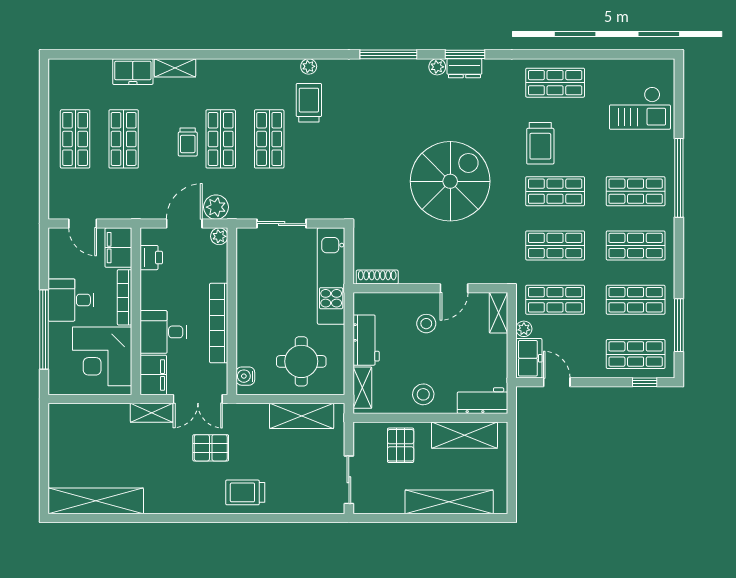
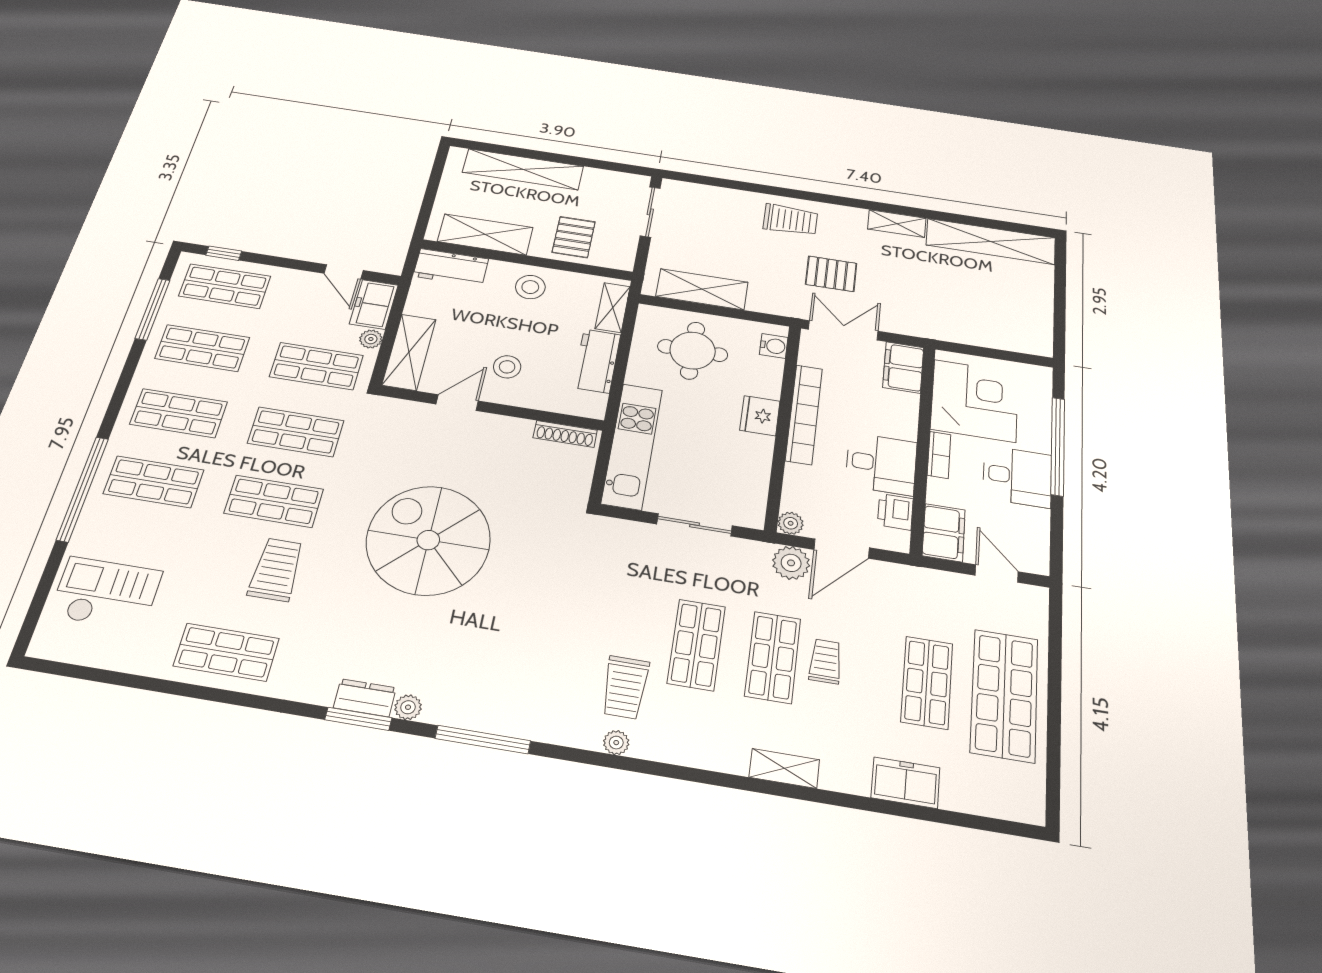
shelving: (175, 68) -> (784, 768), moved
shop shelf: (75, 139) -> (1004, 695), width x1.43, depth x1.36
spiral stairs: (450, 181) -> (428, 540), turned 90
bookcase: (125, 297) -> (939, 455), width x0.64
shelving: (498, 313) -> (409, 352), width x1.50, depth x1.33
fridge: (249, 316) -> (760, 416), added
desk: (163, 332) -> (881, 464), moved
shelving: (152, 413) -> (897, 224), moved

